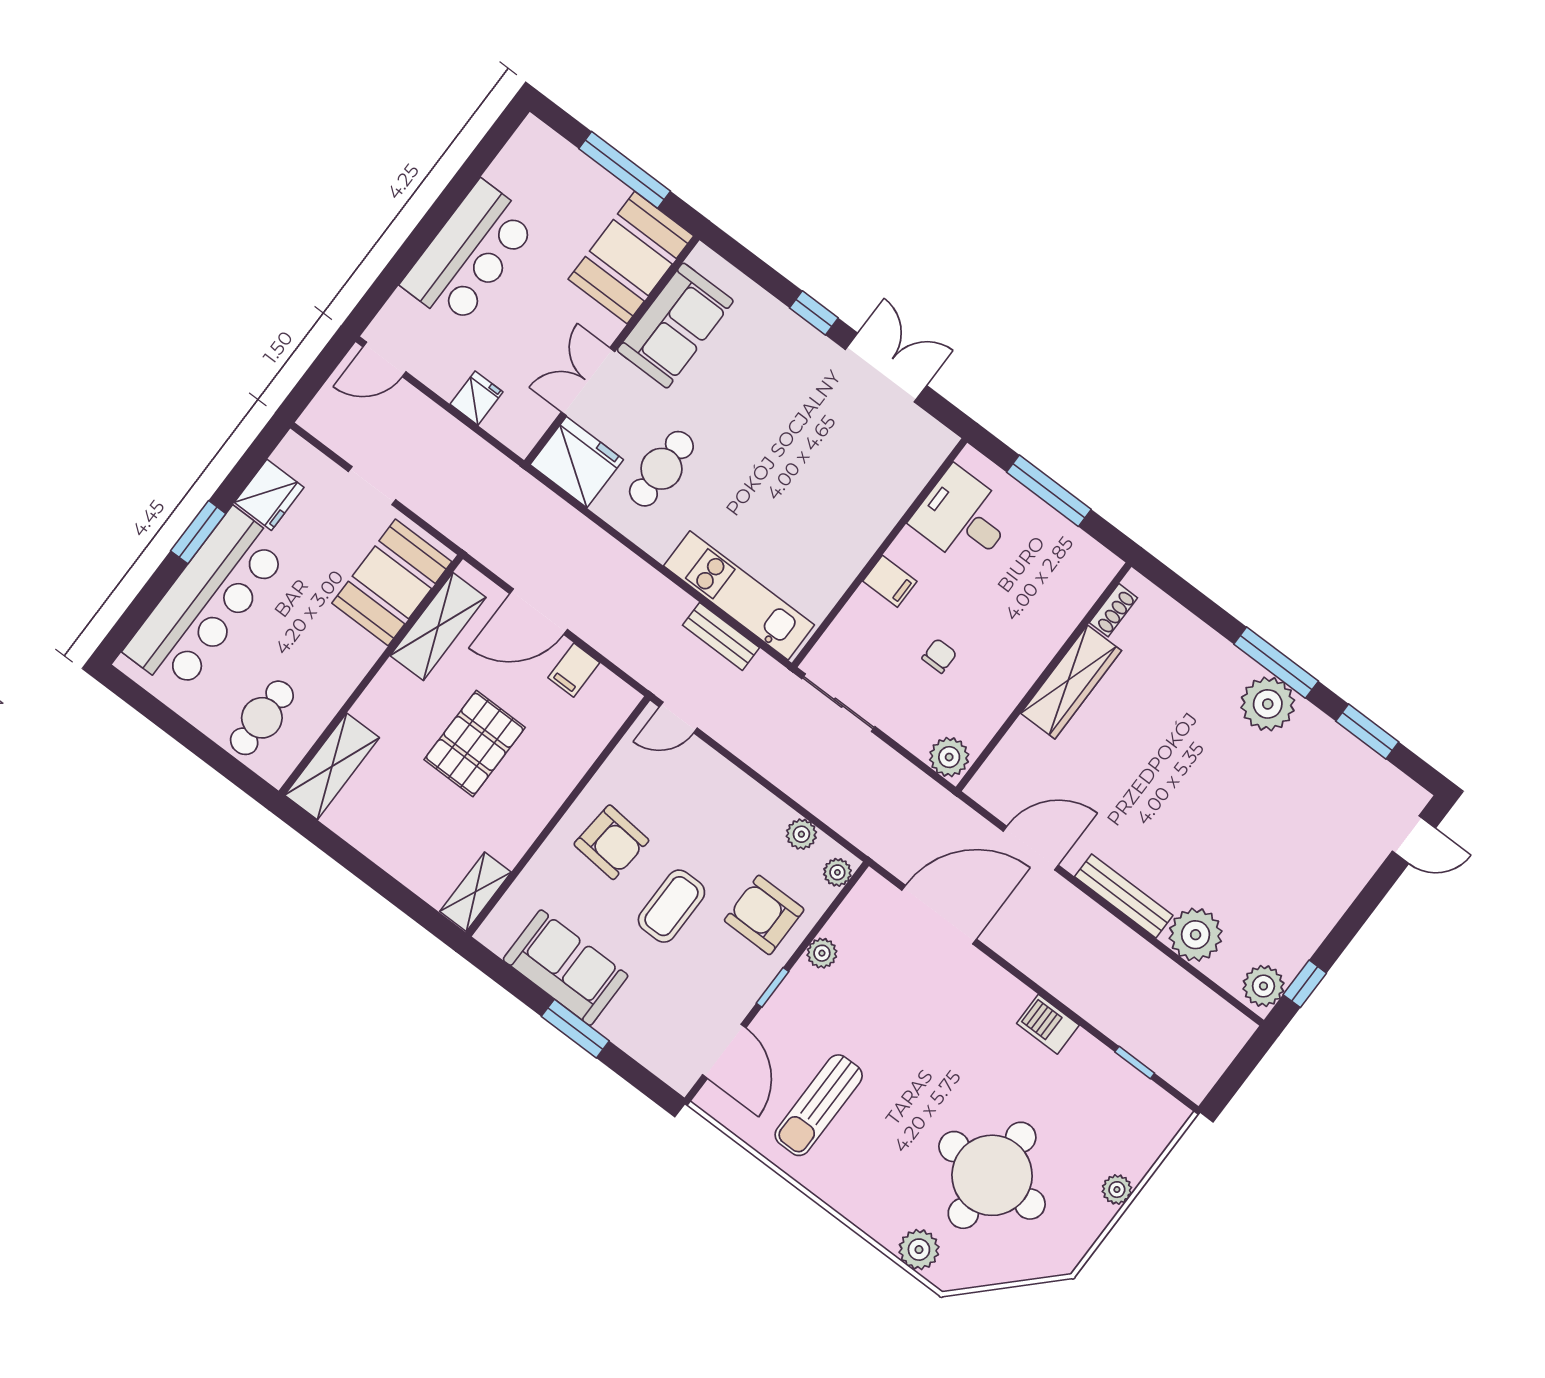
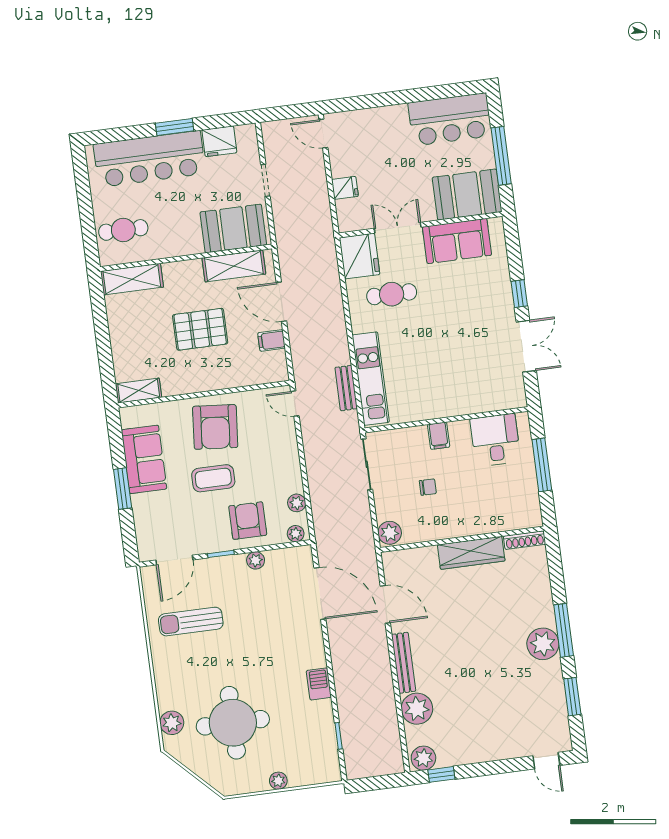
bar counter: (469, 254) -> (450, 119), moved
shoe rack: (1113, 610) -> (525, 540), width x1.43
armchair: (611, 842) -> (215, 427), width x1.36, depth x1.36

